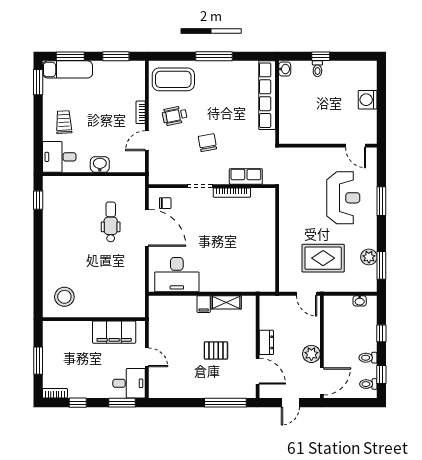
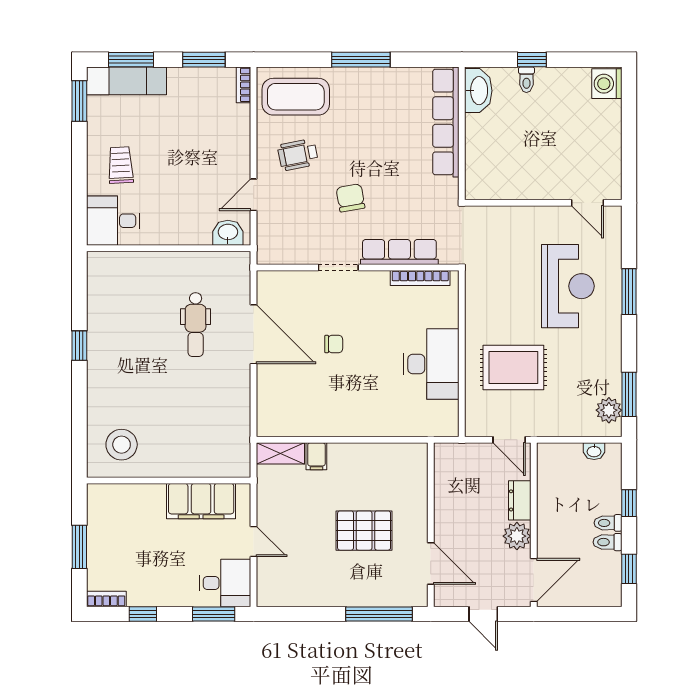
washbasin: (285, 69) -> (478, 91), width x1.91, depth x1.45
washing machine: (368, 100) -> (607, 84), moved
bookcase: (141, 112) -> (243, 85), moved
washbasin: (100, 164) -> (228, 233), moved
row of seats: (246, 176) -> (399, 252), width x1.48
bookcase: (232, 193) -> (420, 278), moved
window: (38, 200) -> (79, 346), moved
chair: (165, 203) -> (334, 344), moved
dental chair: (111, 222) -> (196, 325), turned 180
plant: (369, 257) -> (609, 410), moved
rug: (323, 258) -> (513, 367), moved
desk: (177, 275) -> (431, 364), moved, turned -90
shelving: (226, 302) -> (280, 453), moved
filing cabinet: (204, 304) -> (316, 456), moved
dresser: (266, 342) -> (520, 500), moved, turned 180
pallet: (216, 350) -> (364, 531), width x1.50, depth x1.42
toilet: (368, 384) -> (608, 523), moved
door: (290, 403) -> (483, 614), hinge flipped

